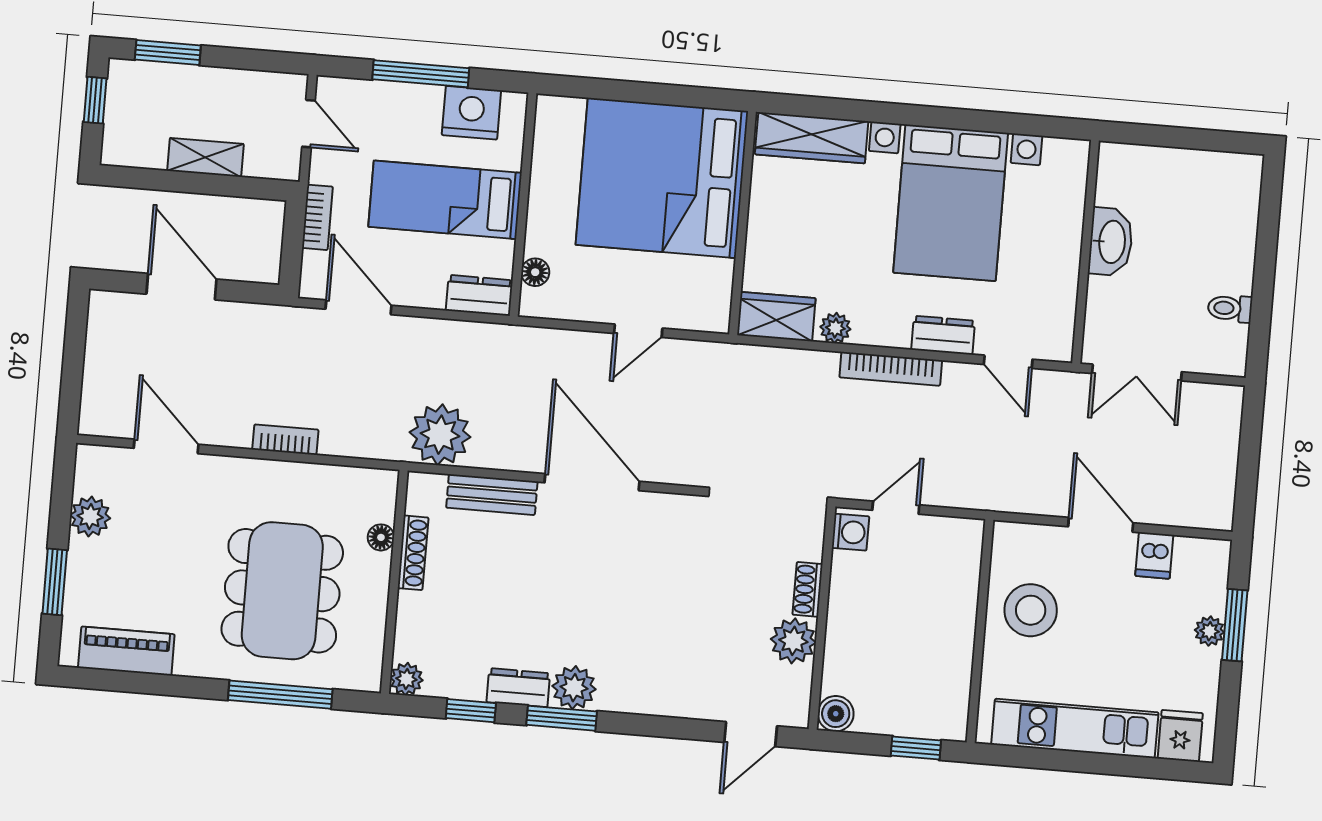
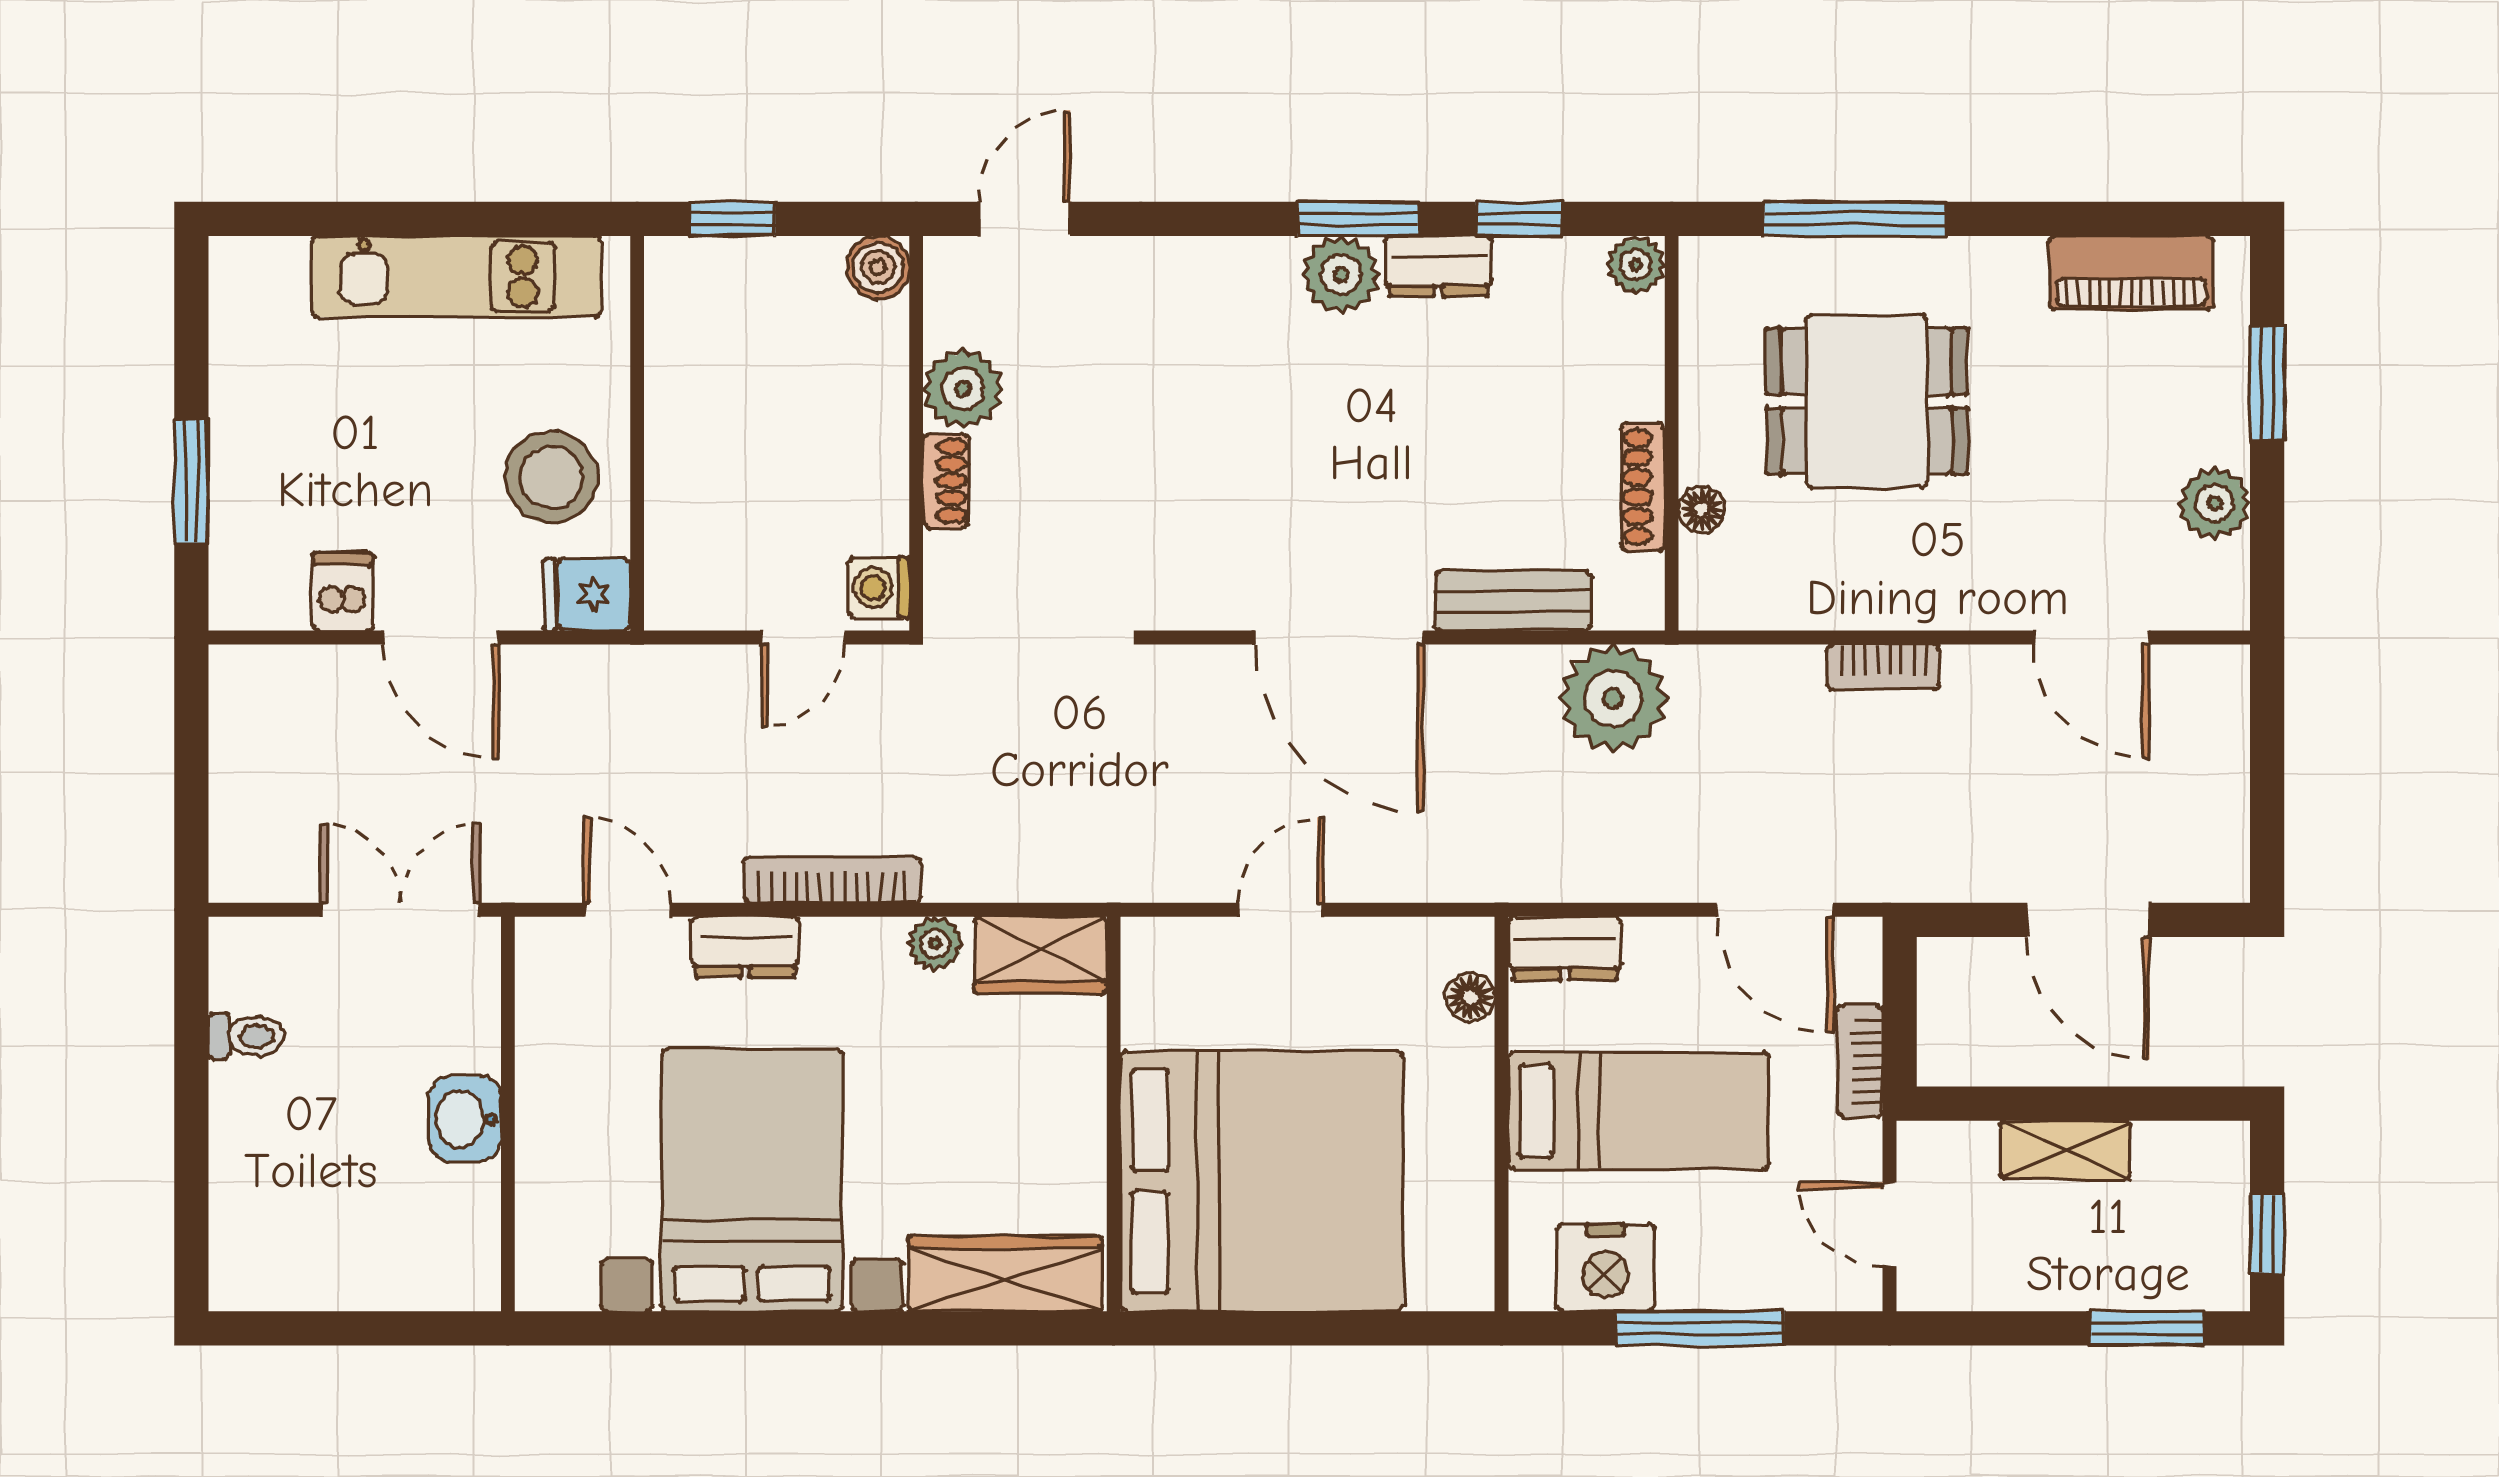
washbasin: (1111, 242) -> (465, 1119), width x0.72
dining table: (282, 591) -> (1867, 401), width x0.73
plant: (1210, 631) -> (235, 467), removed
fridge: (1180, 736) -> (587, 594), moved, turned 90

